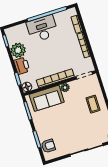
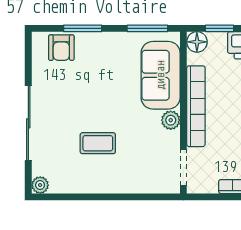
coffee table: (93, 104) -> (98, 143), moved

